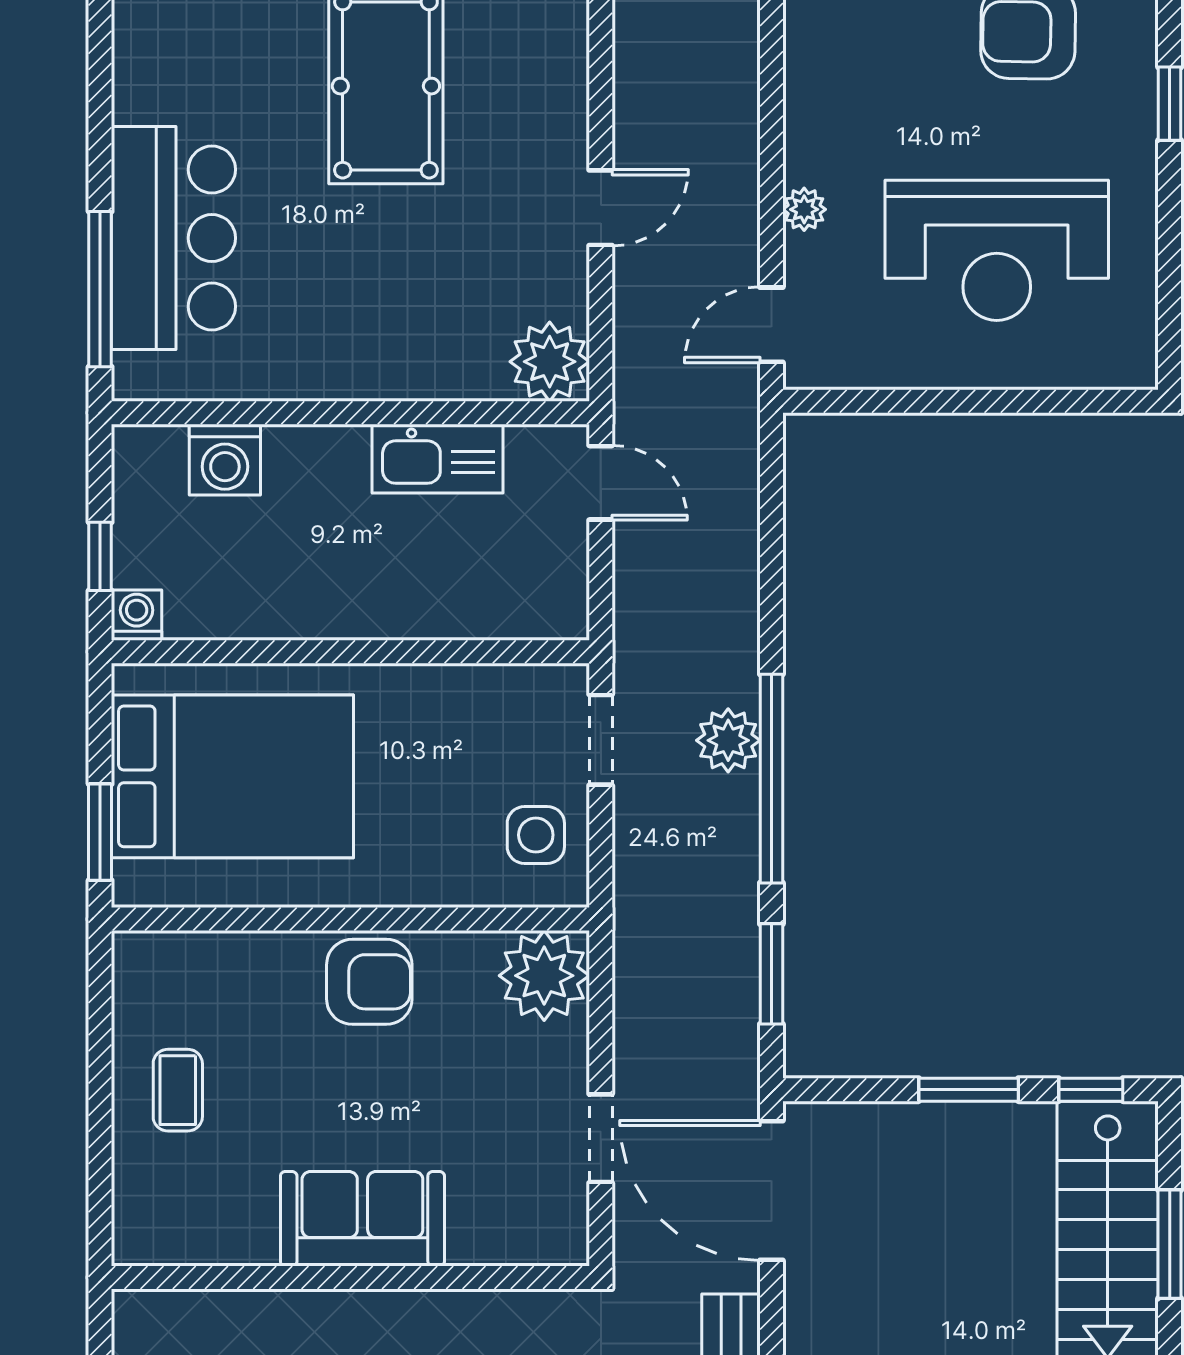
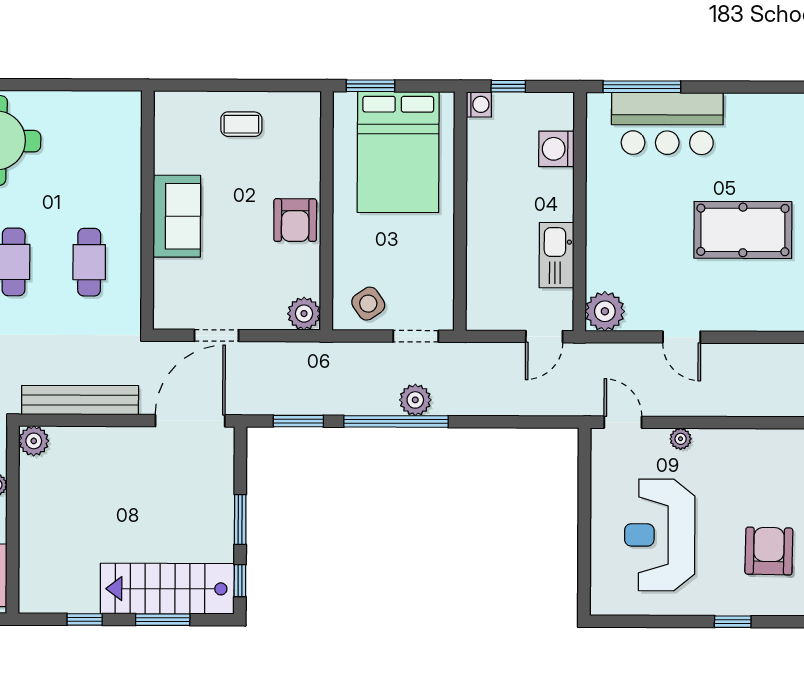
side table: (536, 835) -> (368, 304), turned -34
plant: (544, 976) -> (304, 314), width x0.73, depth x0.73

